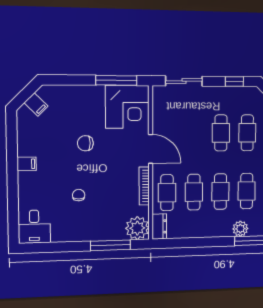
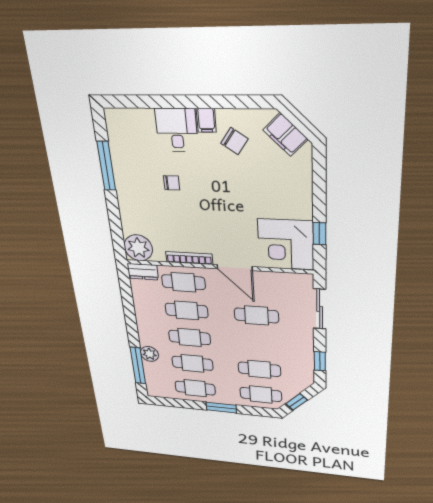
window: (116, 80) -> (319, 234), width x0.46
filing cabinet: (36, 104) -> (285, 135), width x2.00
cafe table: (221, 133) -> (256, 315), moved
chair: (85, 143) -> (234, 141), moved, turned 124
door: (151, 149) -> (235, 268), hinge flipped
desk: (34, 227) -> (177, 130), moved, turned 90
window: (110, 245) -> (106, 166), moved

